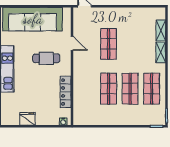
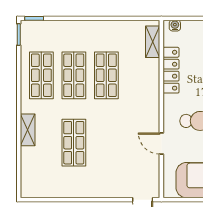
shelving: (161, 30) -> (153, 42), moved
shop shelf: (109, 44) -> (74, 143), moved

